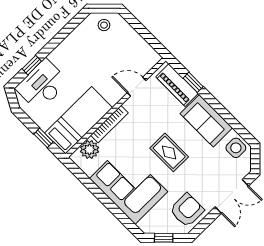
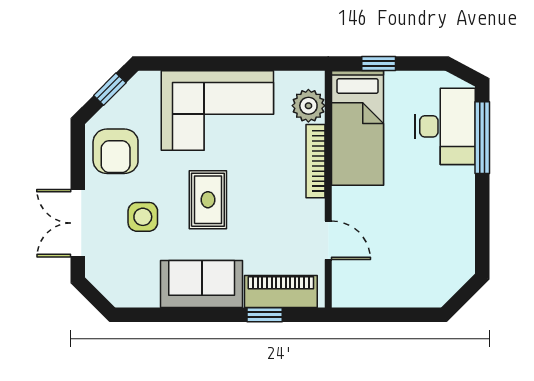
stool: (104, 25) -> (443, 275), removed
window: (32, 65) -> (482, 138), width x2.17
door: (137, 87) -> (328, 240), hinge flipped
side table: (236, 148) -> (143, 217), moved
rug: (169, 152) -> (208, 200), turned 90

